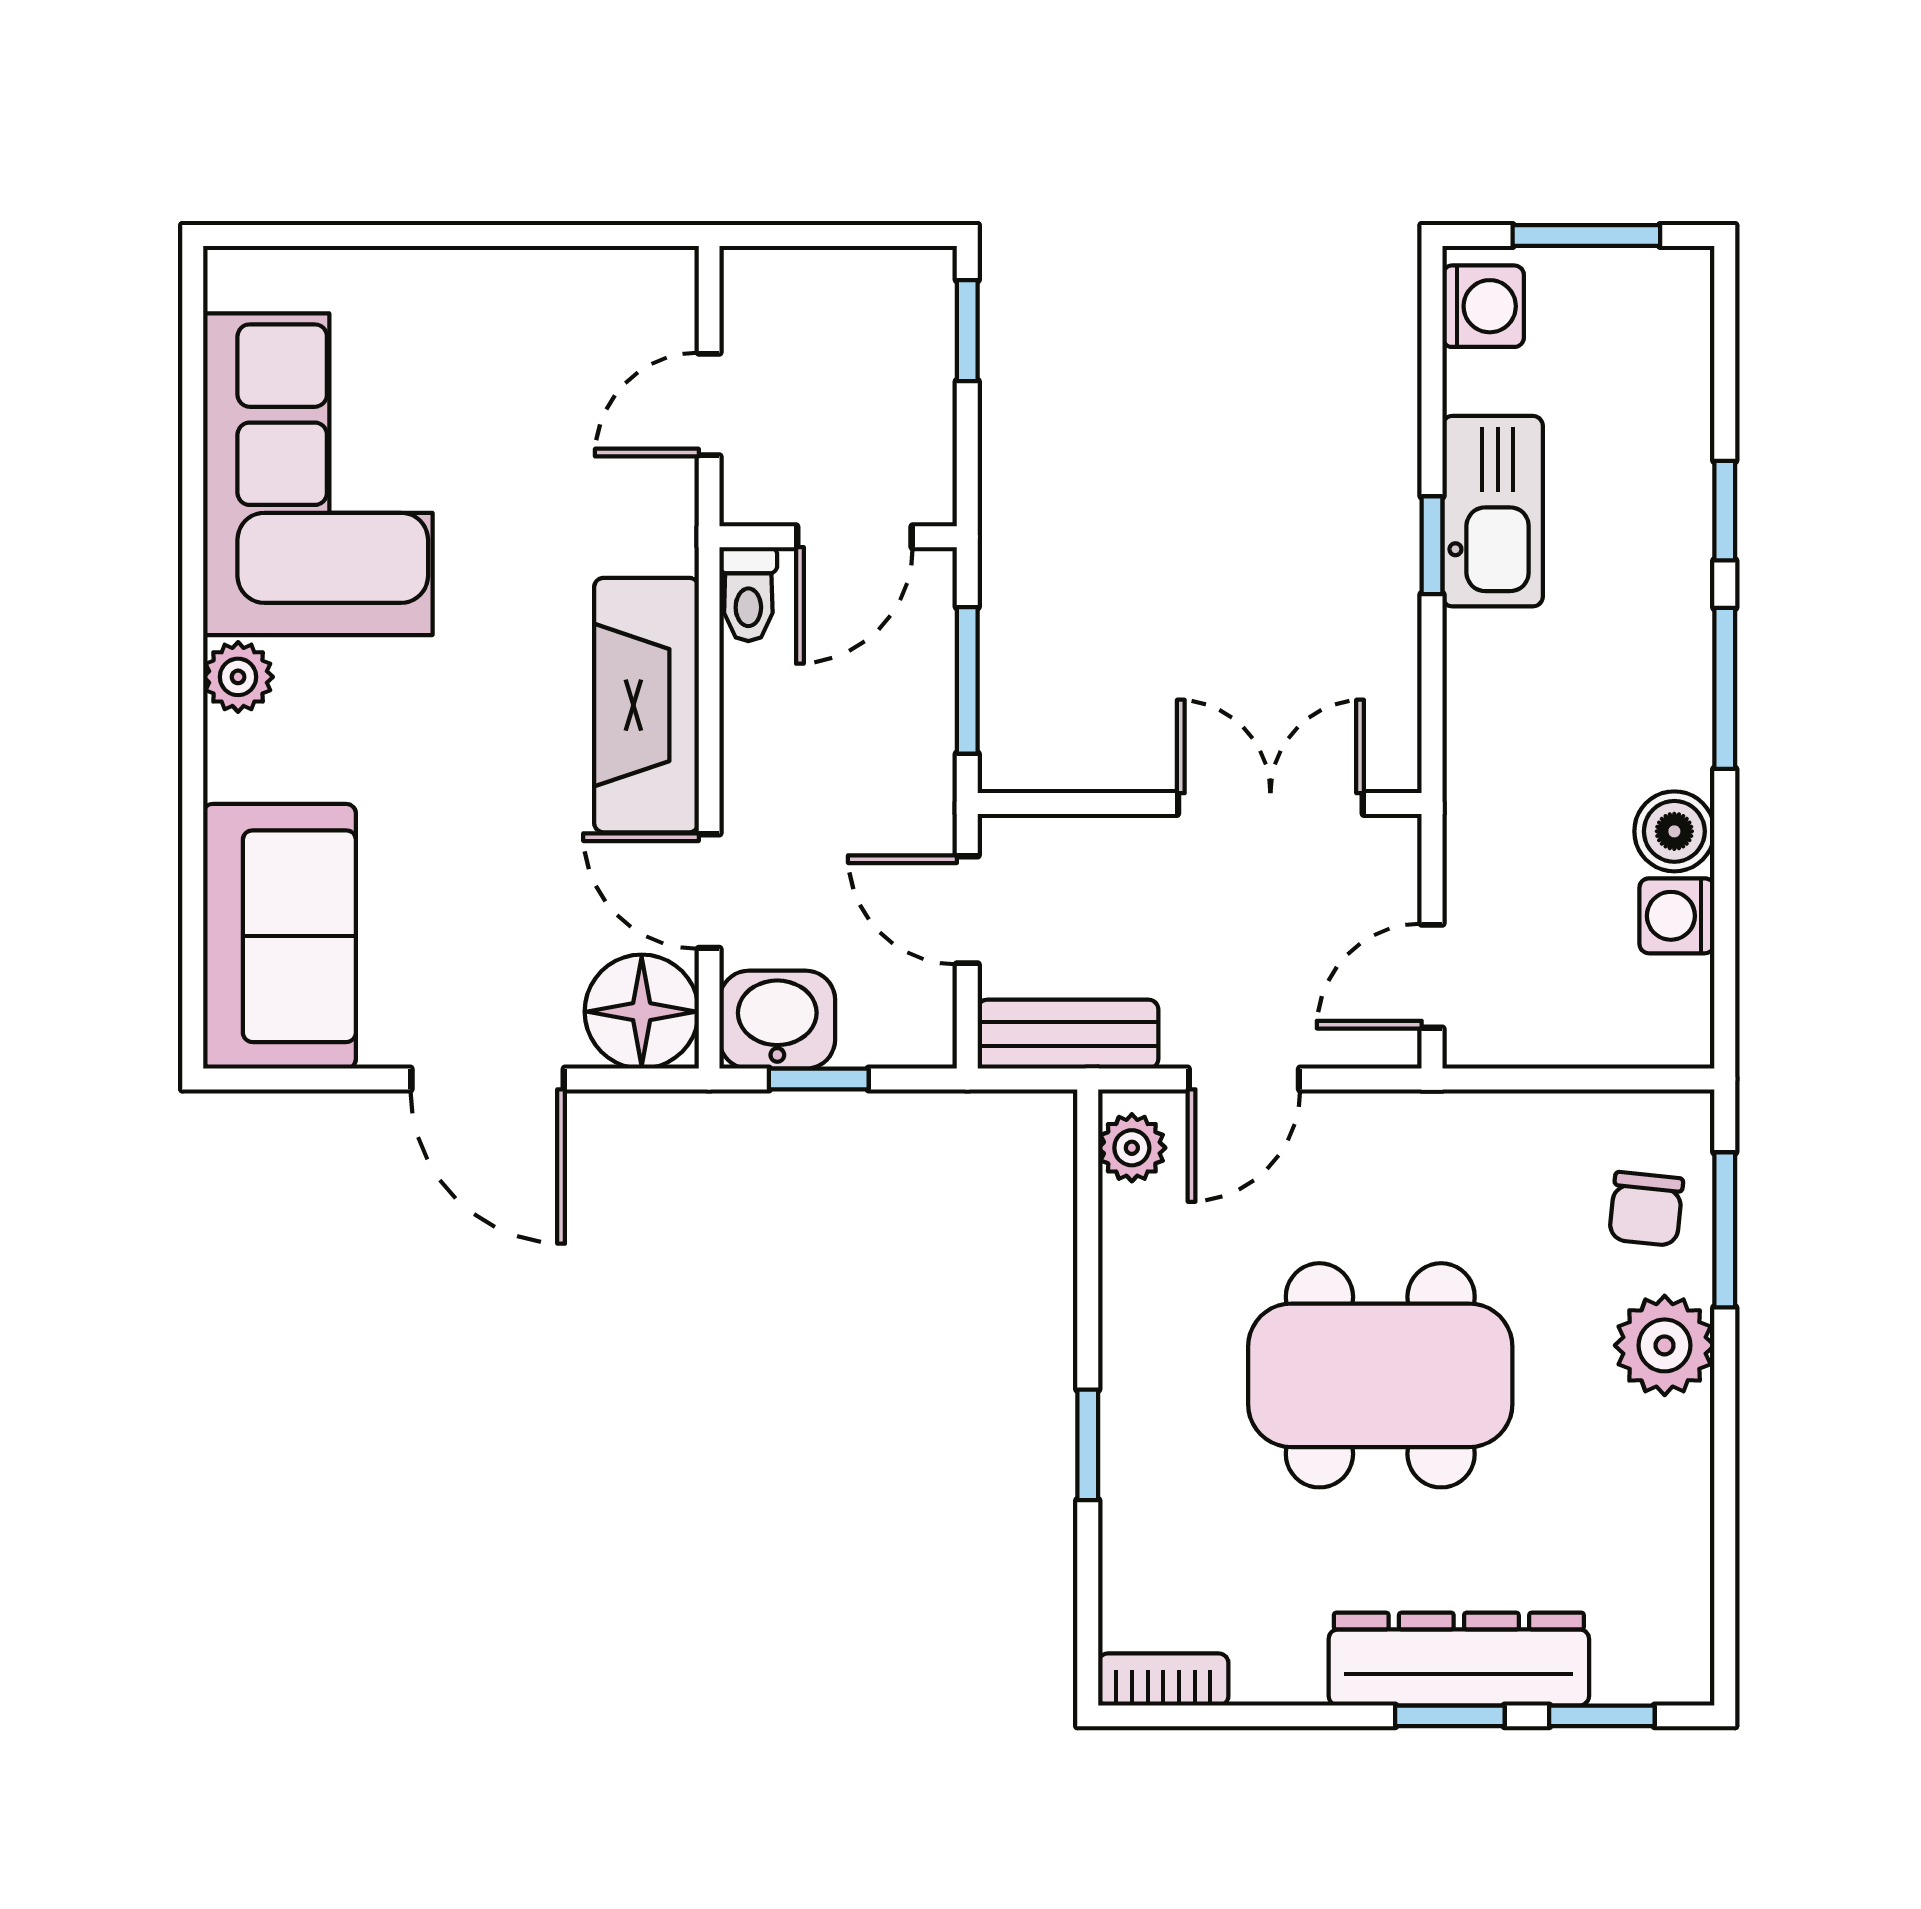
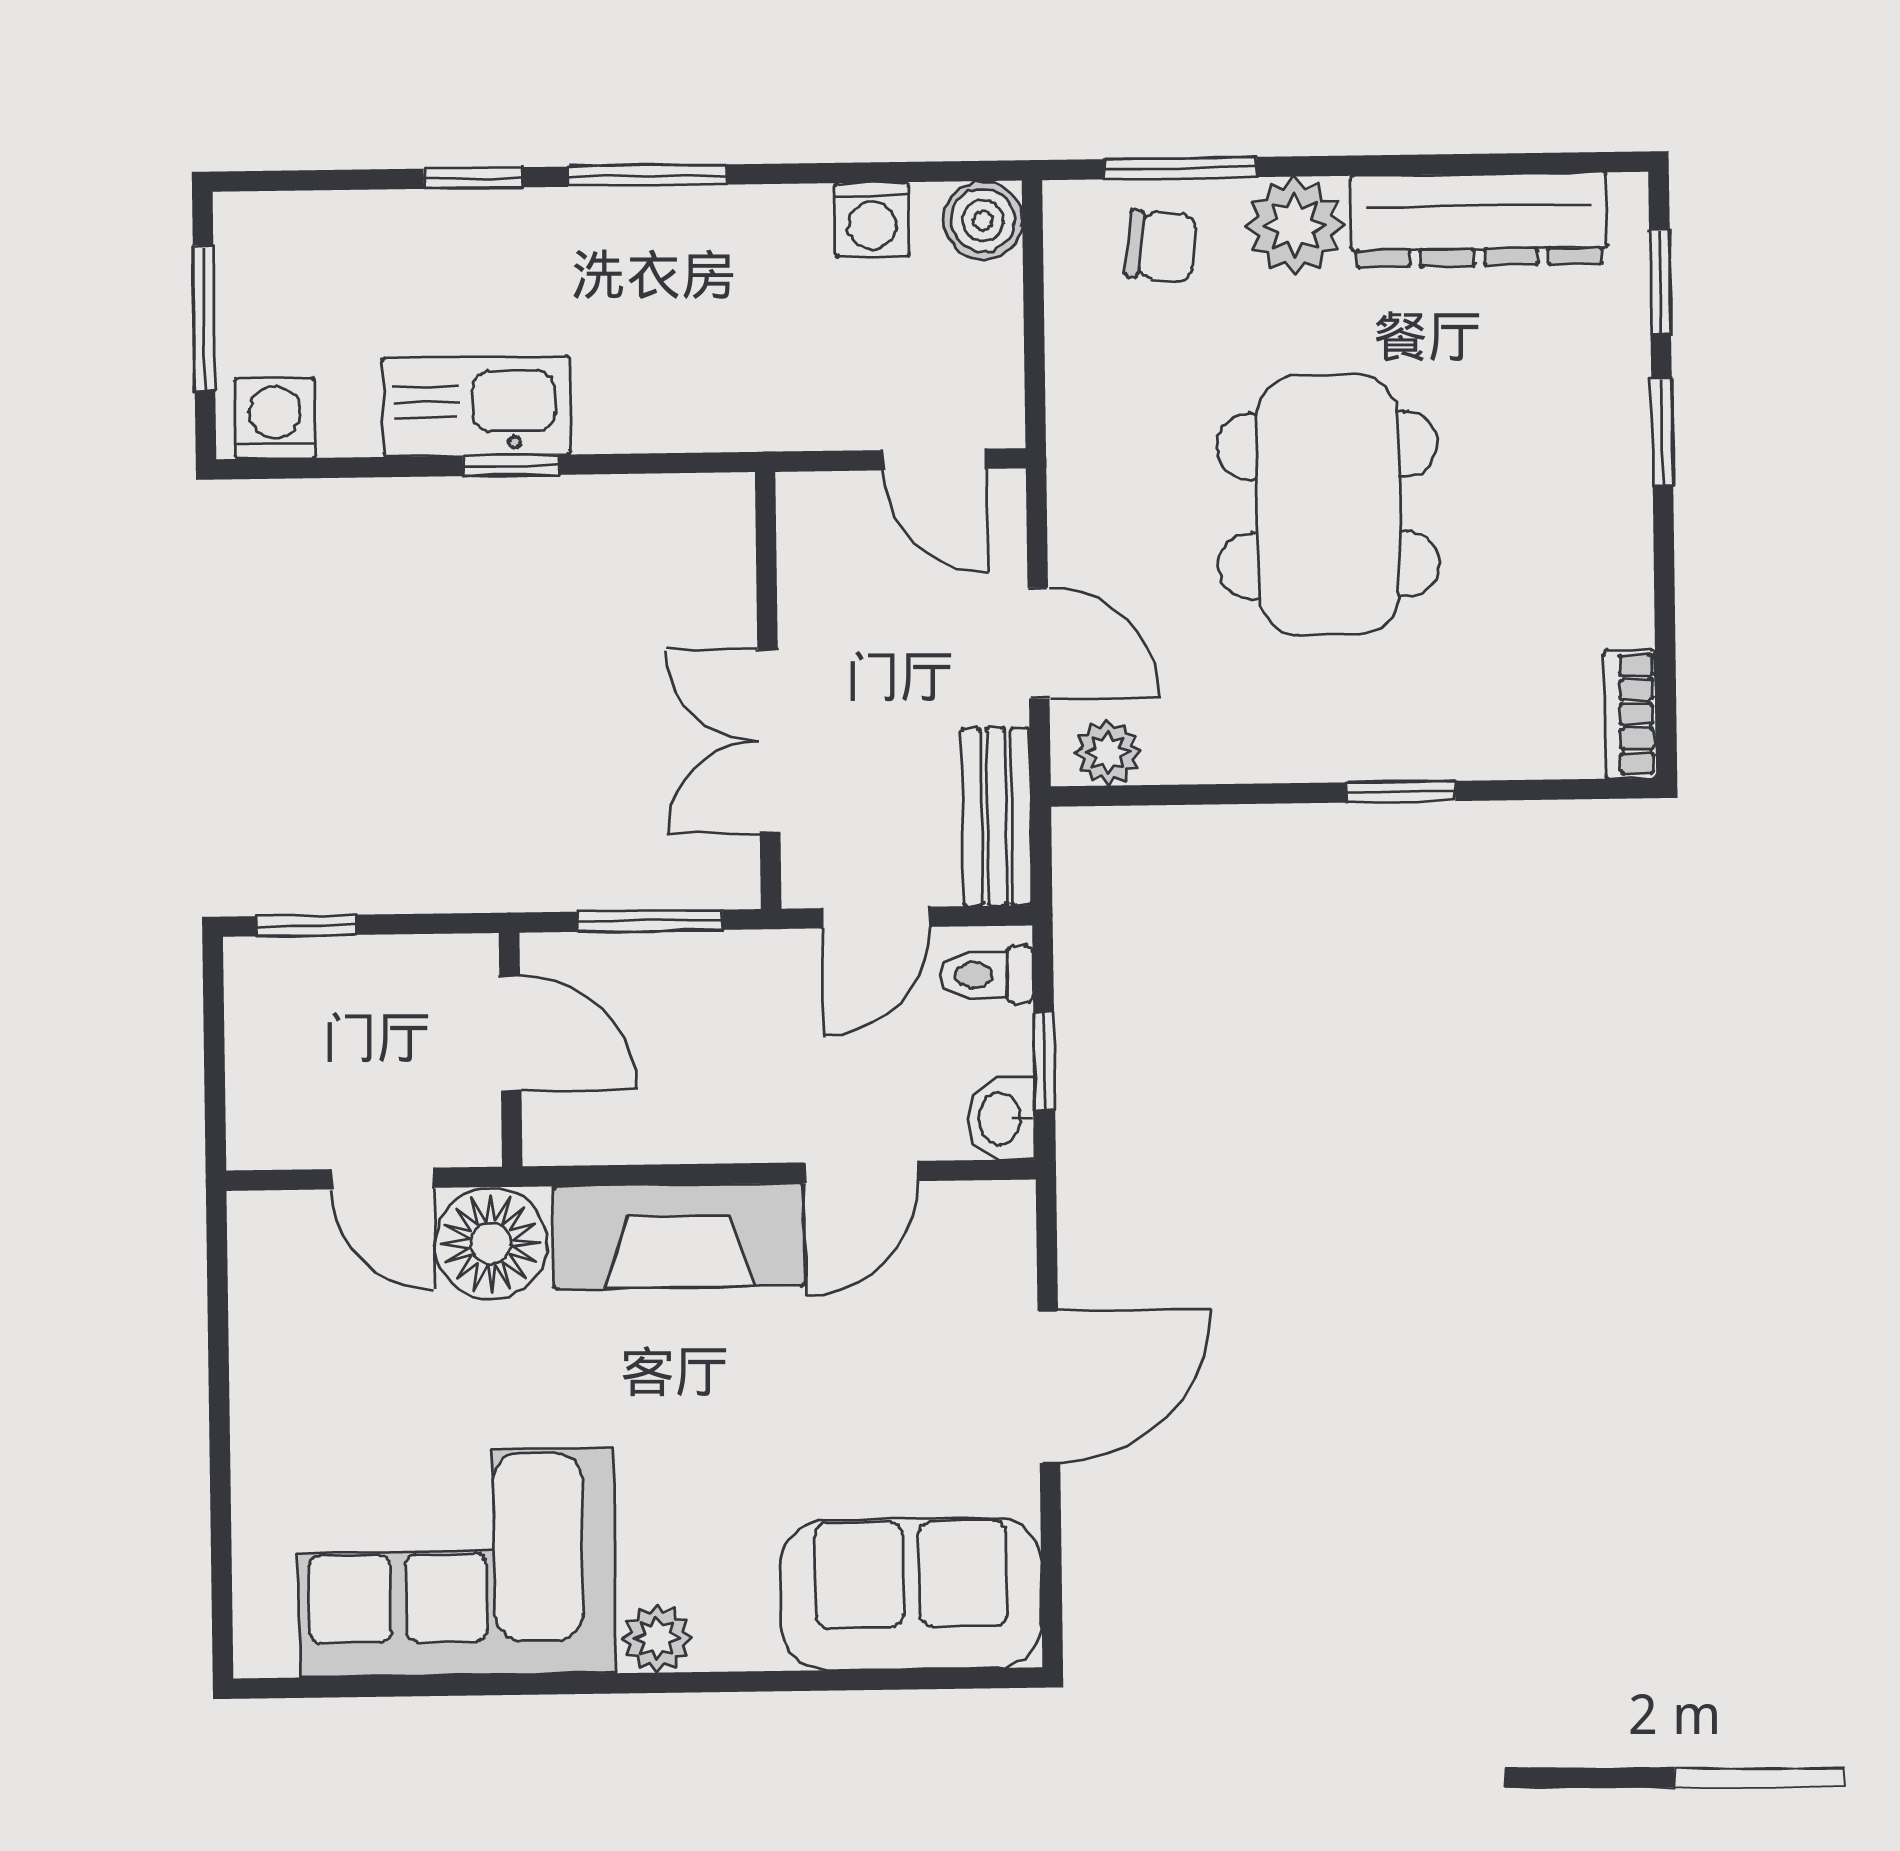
toilet: (748, 594) -> (987, 975), moved, turned 180
double door: (1270, 804) -> (769, 741), moved
boiler: (1674, 831) -> (983, 220), moved
floor lamp: (642, 1012) -> (491, 1243), moved
washbasin: (777, 1020) -> (1002, 1119), width x0.72, depth x0.69
dresser: (1459, 1659) -> (1479, 220), moved, turned -90

